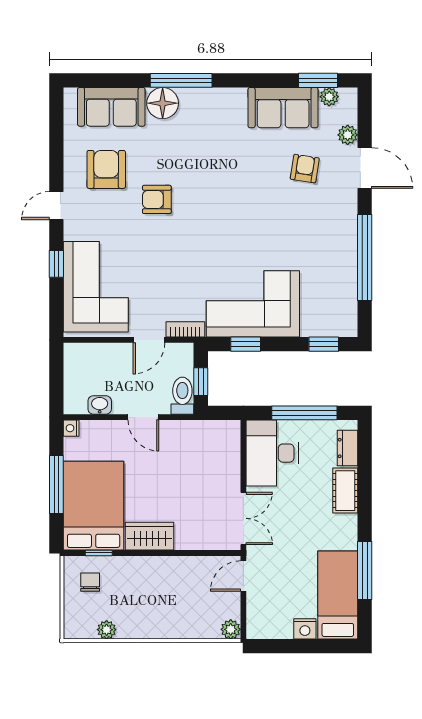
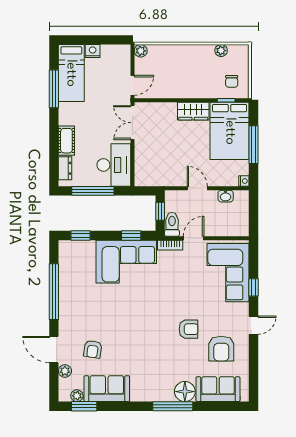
toilet: (182, 396) -> (172, 224), moved, turned 180

